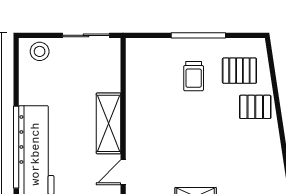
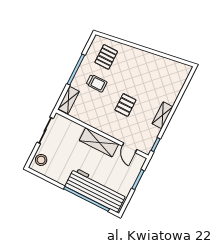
shelving: (148, 47) -> (69, 100), added
pallet: (255, 107) -> (125, 105), moved

